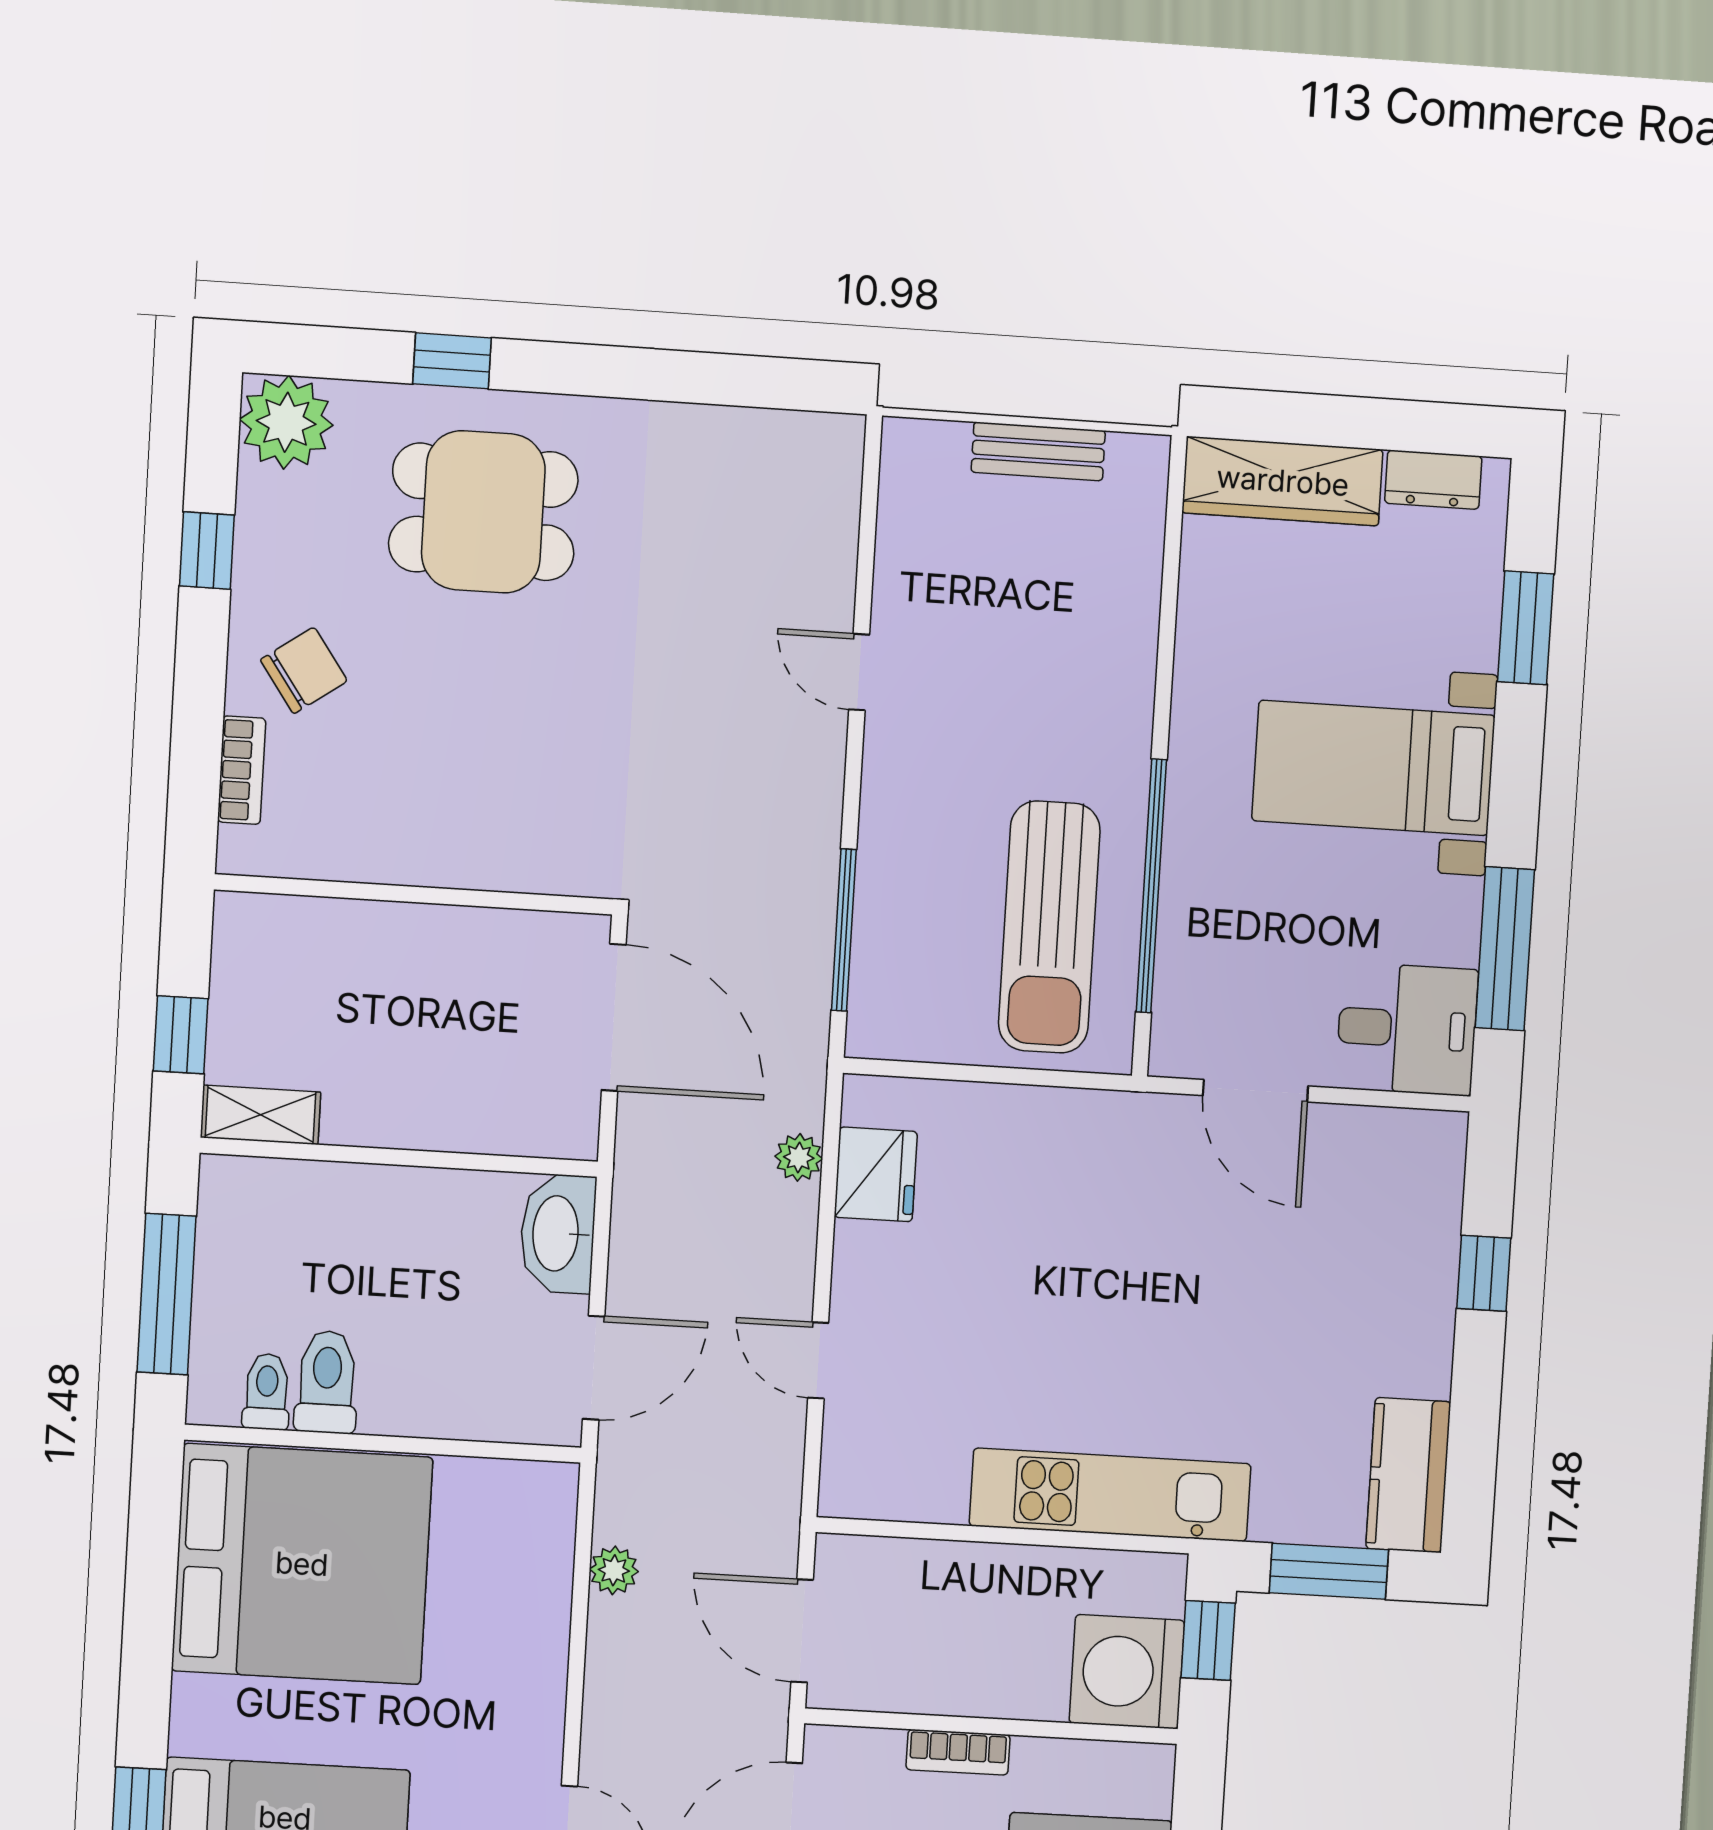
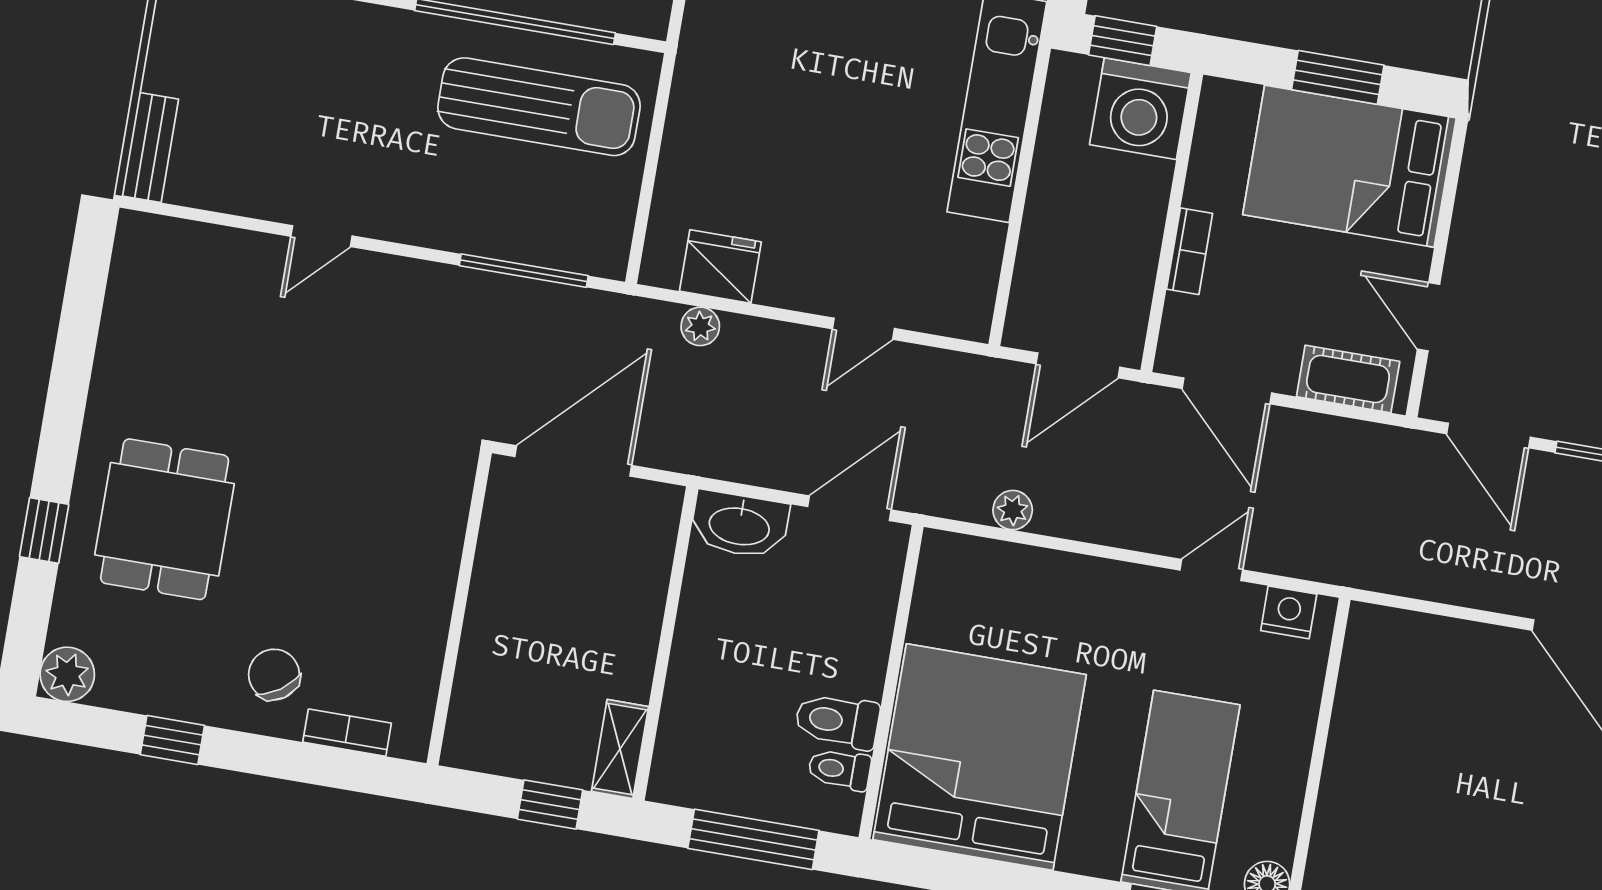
plant: (286, 422) -> (67, 674), width x0.73, depth x0.73
bench: (1038, 451) -> (150, 147), moved
door: (594, 1368) -> (849, 508), hinge flipped

